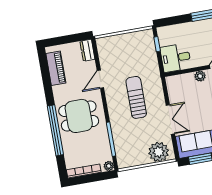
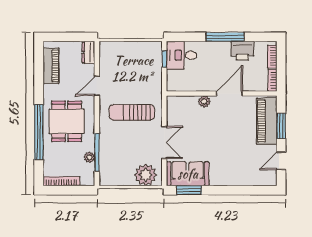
desk: (176, 58) -> (182, 55), moved
sun lounger: (136, 97) -> (132, 112), turned -90
dining table: (79, 116) -> (67, 121), turned 90
plant: (109, 166) -> (89, 157), moved

